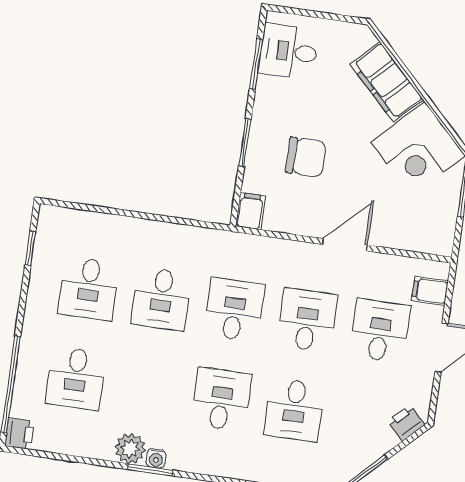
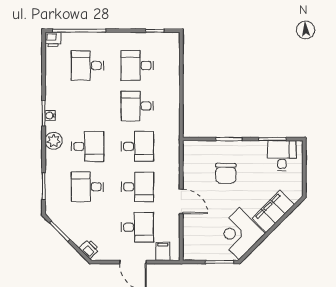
filing cabinet: (250, 211) -> (192, 147), removed
plant: (130, 449) -> (54, 141), moved

